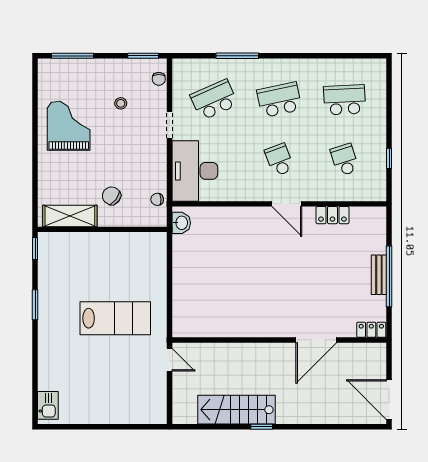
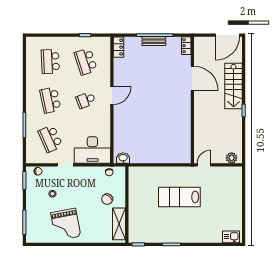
grand piano: (69, 126) -> (66, 225), turned -101
school desk: (345, 160) -> (86, 61), width x1.85
locker: (332, 215) -> (119, 47), moved
lab bench: (115, 318) -> (179, 197), turned -90
plant: (181, 406) -> (232, 158), added
stairs: (236, 410) -> (234, 86), moved

